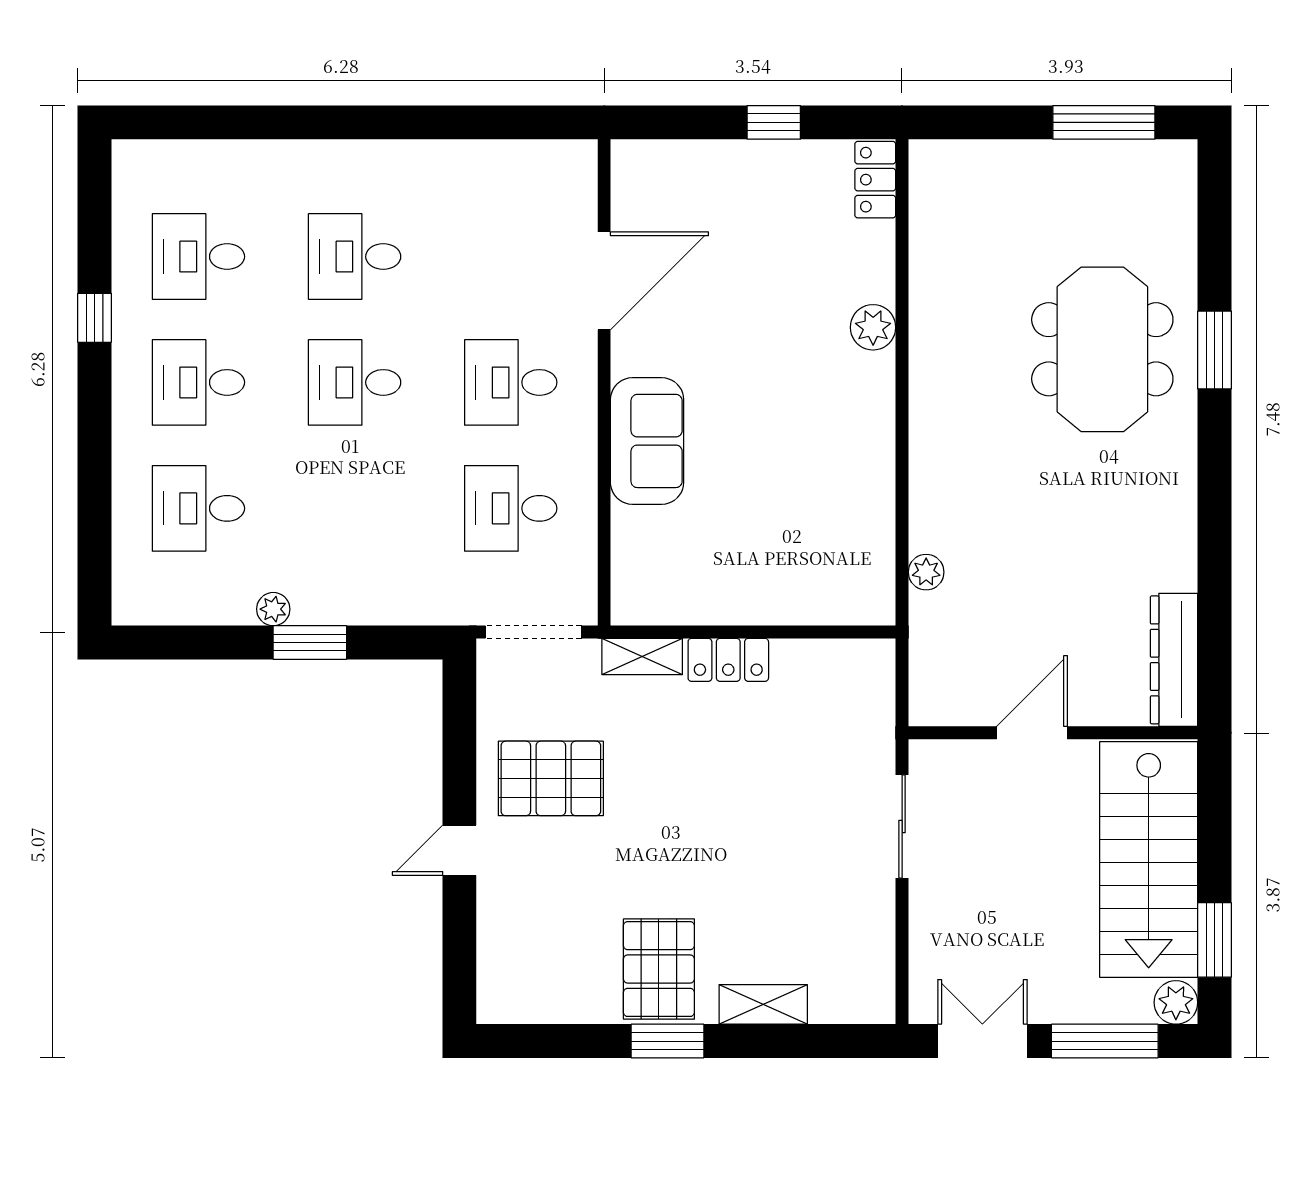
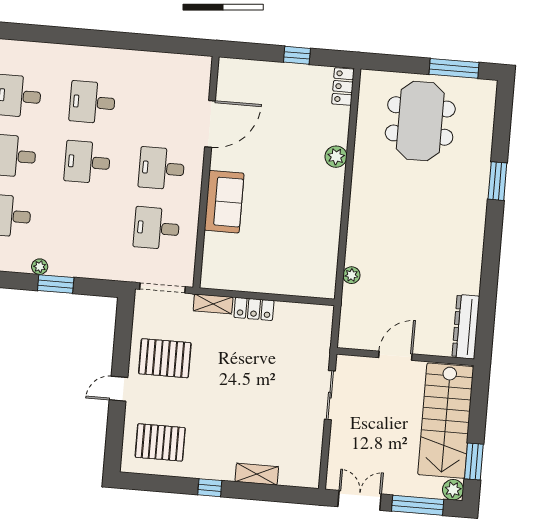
meeting table: (1102, 349) -> (420, 121), moved
pallet: (659, 969) -> (160, 442), moved, turned 90
window: (668, 1041) -> (210, 488), width x0.67

